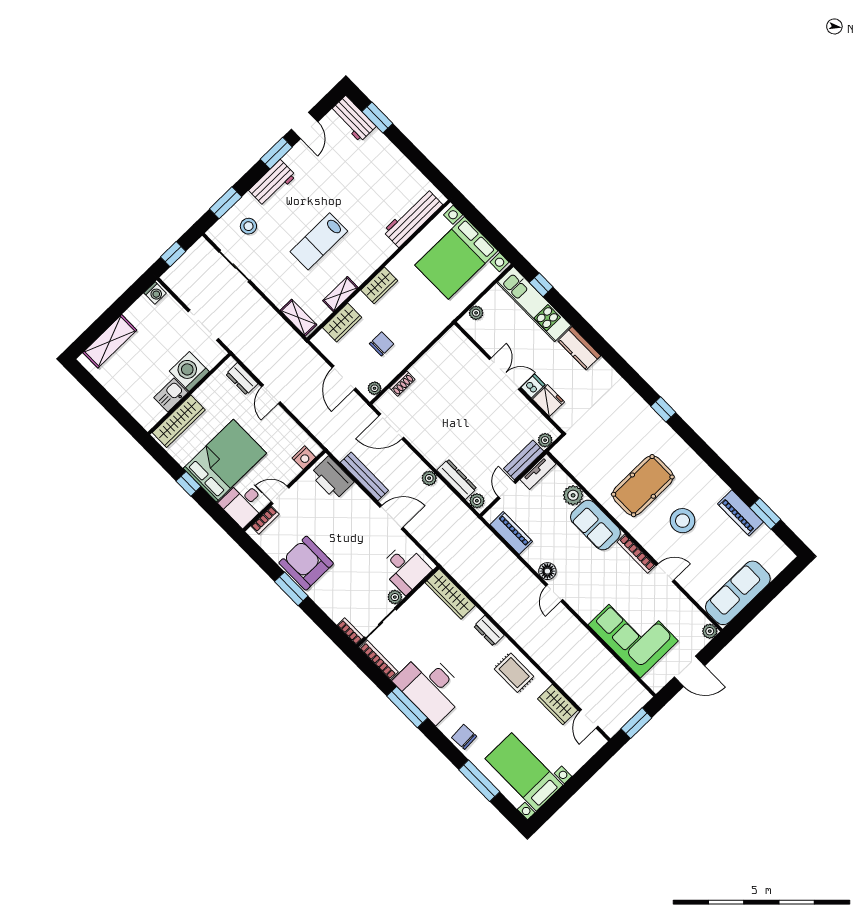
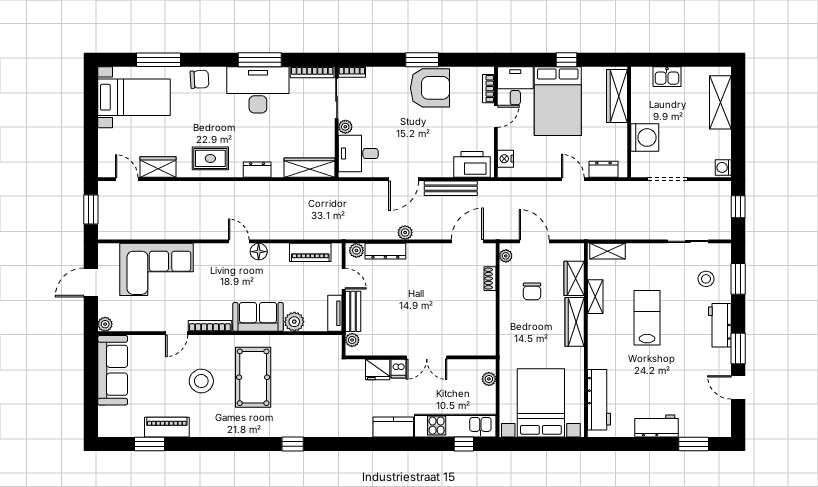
workbench: (353, 119) -> (657, 426), moved
wardrobe: (379, 285) -> (575, 322), width x1.50
kitchen sink: (171, 395) -> (667, 77), moved, turned 90

